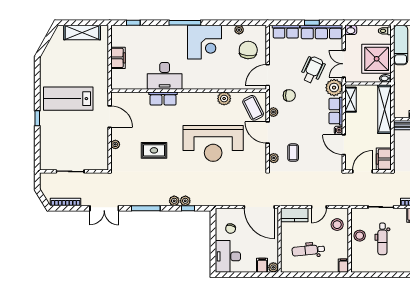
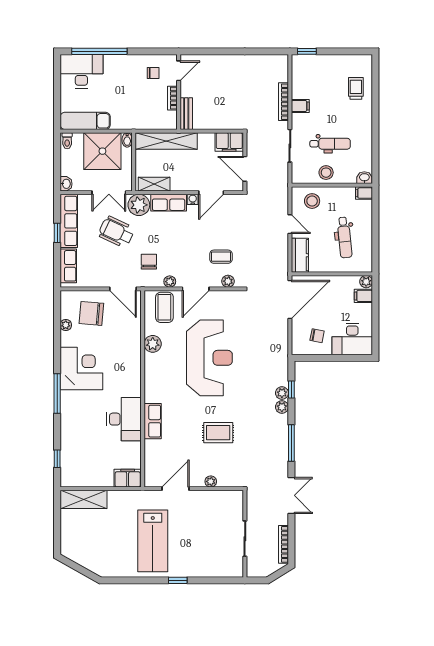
shelving: (82, 33) -> (84, 499), moved, turned 90
filing cabinet: (118, 58) -> (128, 478), moved
coffee table: (253, 108) -> (164, 307), turned -63
rug: (154, 150) -> (218, 433), turned 90
washbasin: (356, 266) -> (364, 178), added

